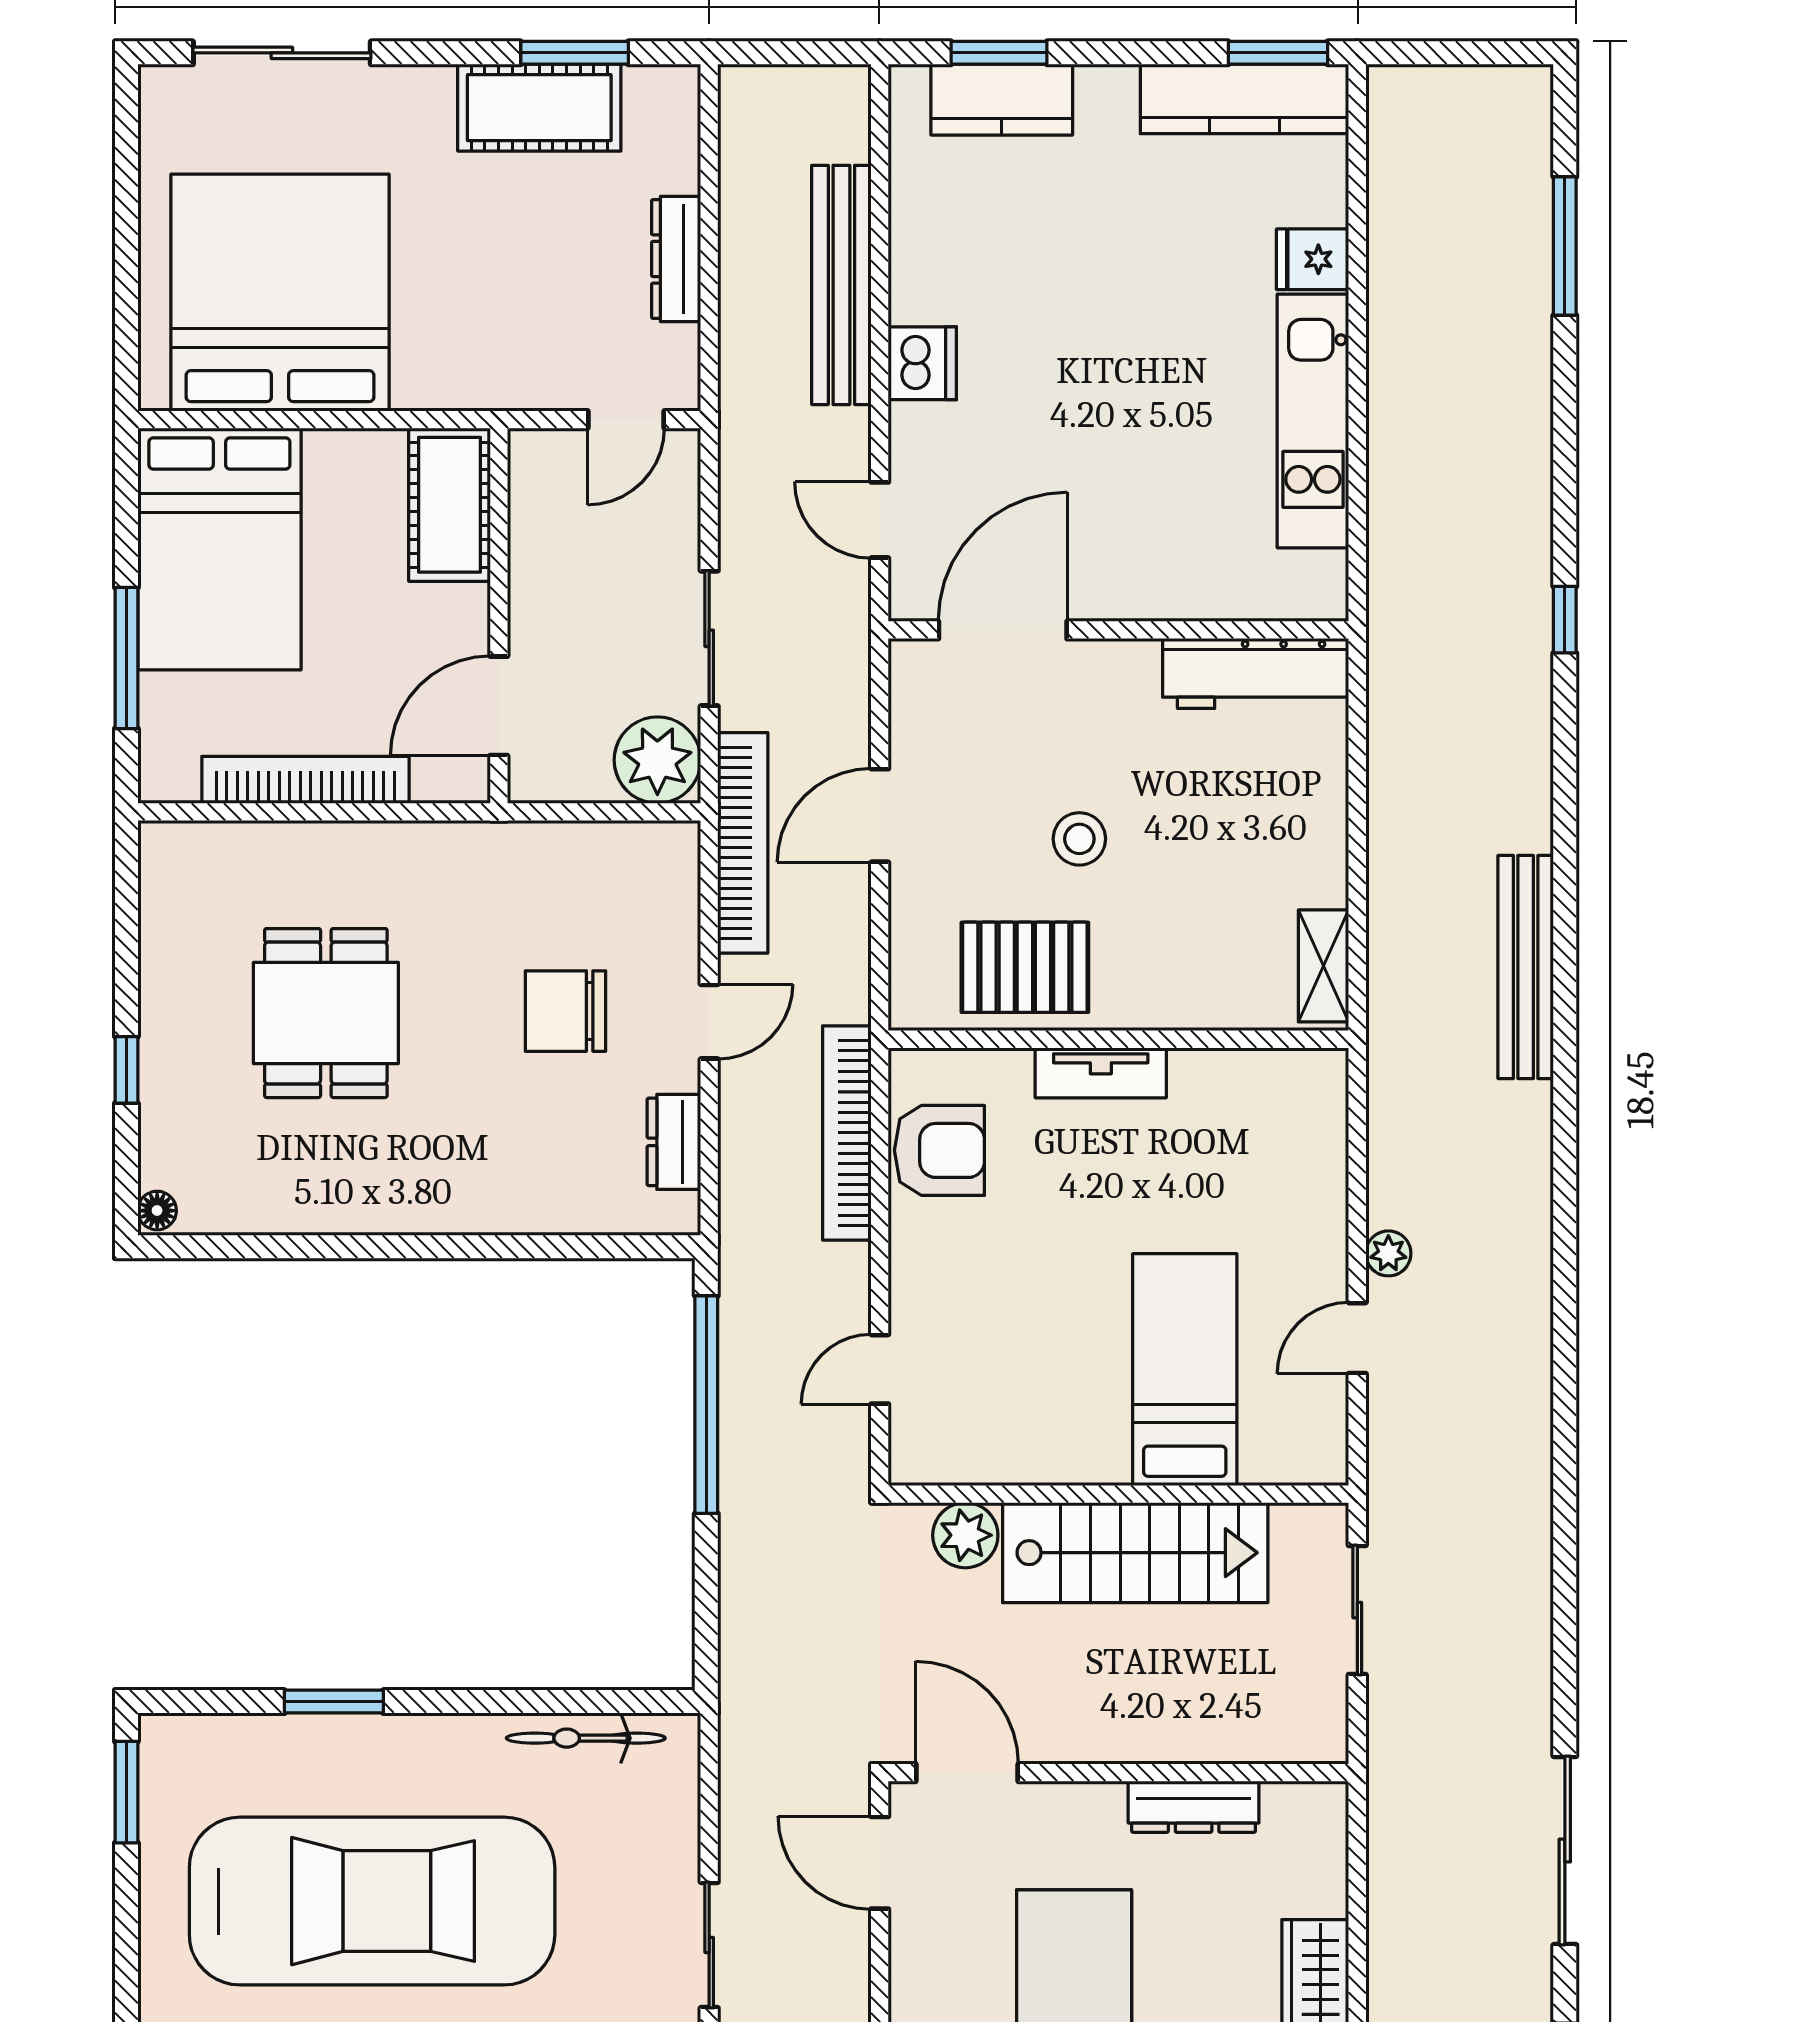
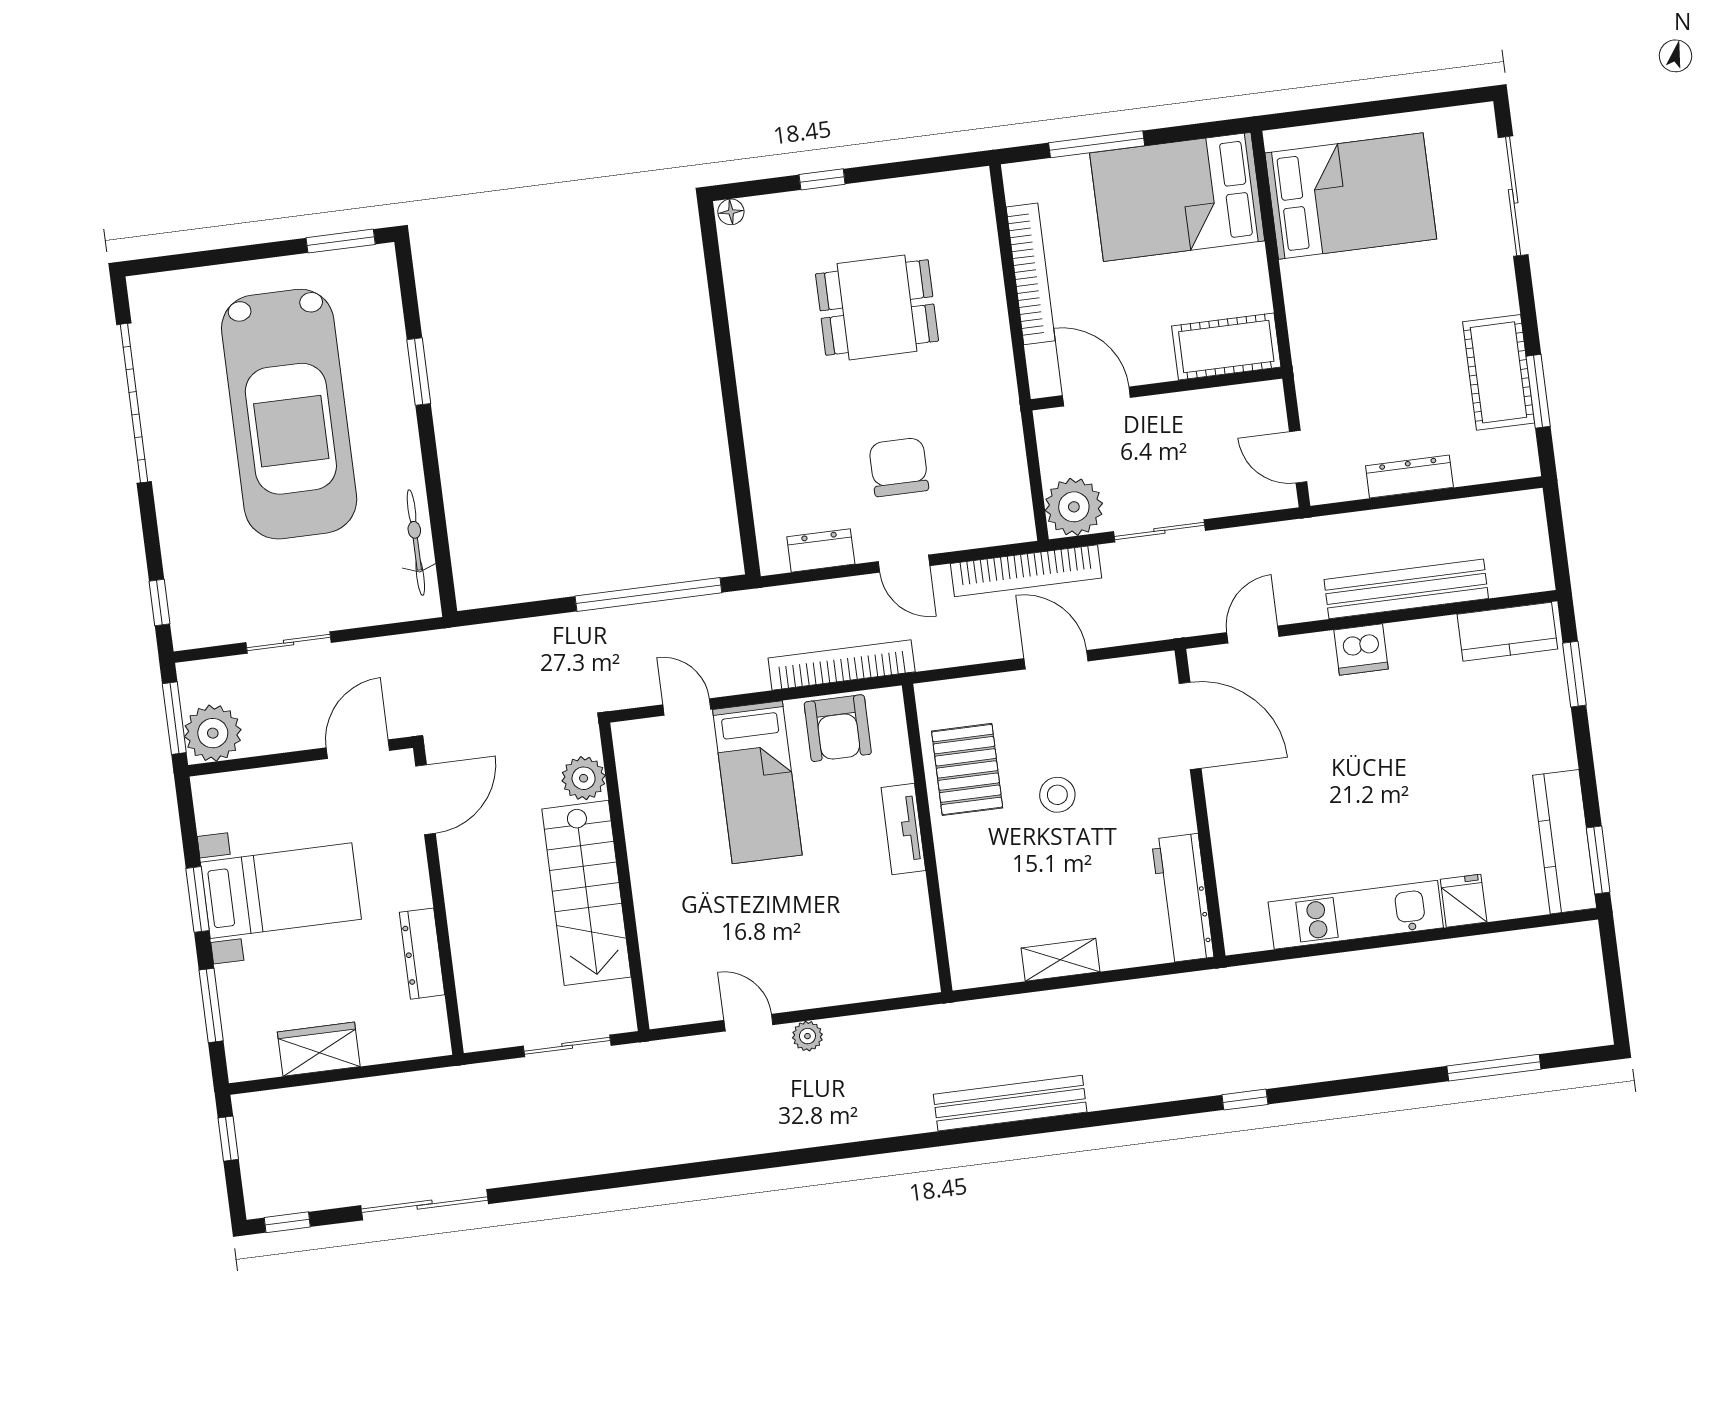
kitchen counter: (1002, 100) -> (1507, 632), moved, turned -90
bed: (280, 293) -> (1351, 196), width x0.73
shelving: (1324, 966) -> (1060, 960), moved
bed: (1185, 1370) -> (757, 782), moved, turned 90

